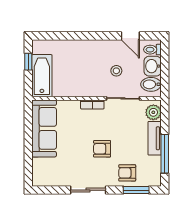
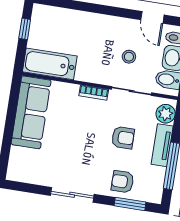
bathtub: (42, 76) -> (50, 64), moved, turned -90
armchair: (102, 149) -> (123, 138), moved, turned 180

